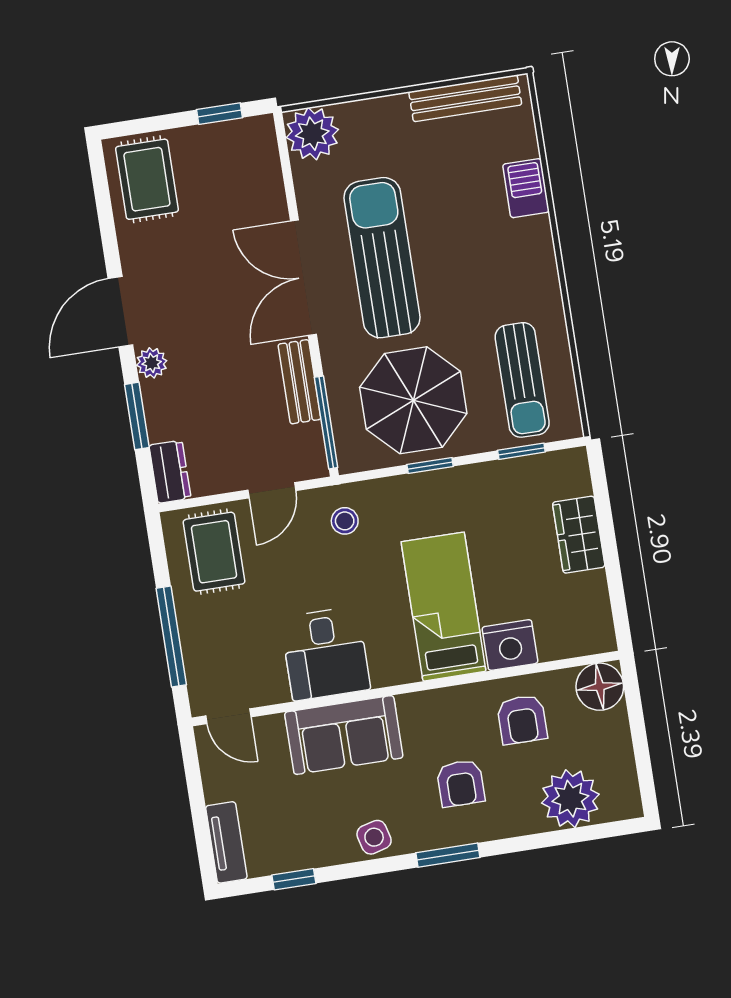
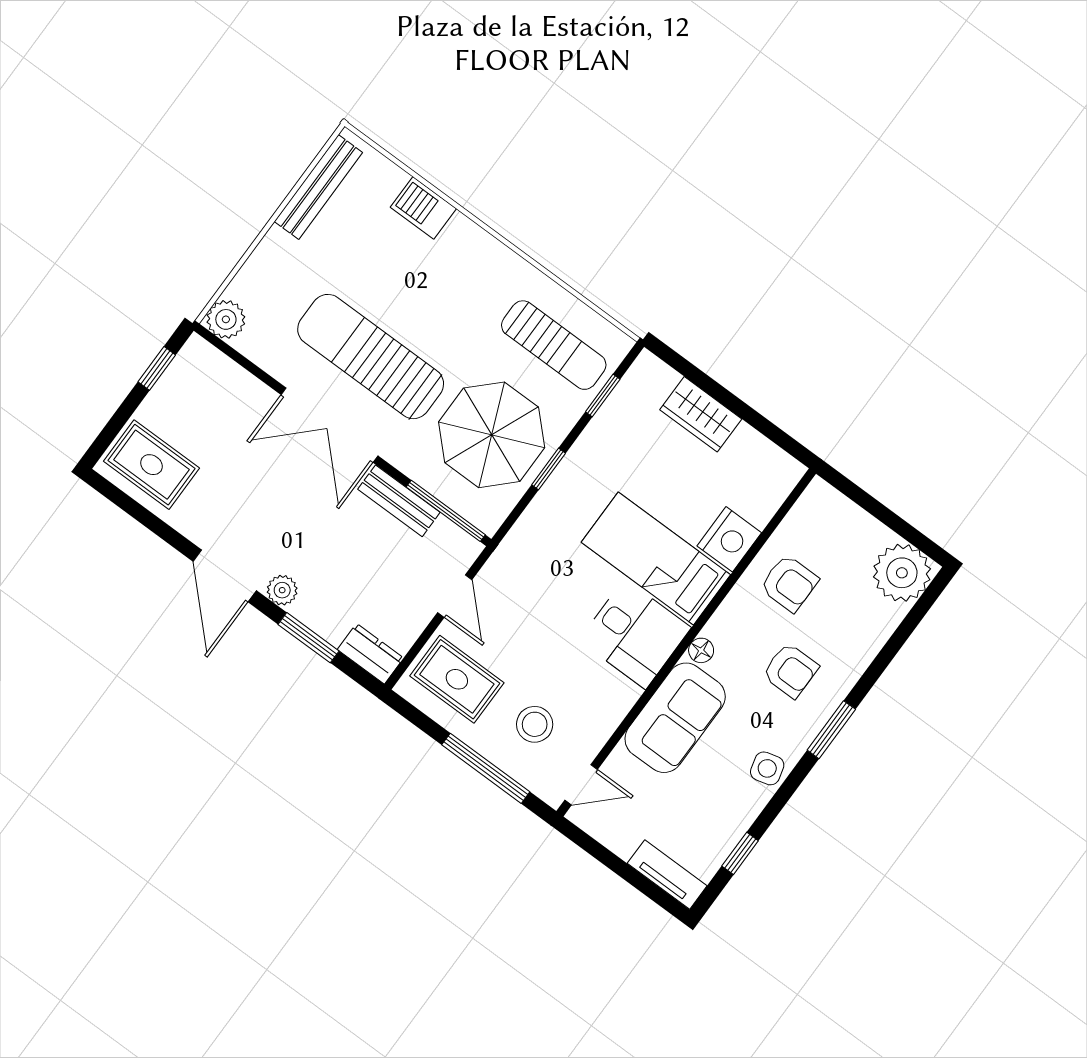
plant: (312, 134) -> (226, 319), width x0.73, depth x0.73
stool: (345, 521) -> (535, 724), moved, width x1.37, depth x1.37
desk: (325, 654) -> (635, 634), moved
floor lamp: (600, 687) -> (701, 650), moved, width x0.53, depth x0.53
plant: (570, 799) -> (902, 573), moved

